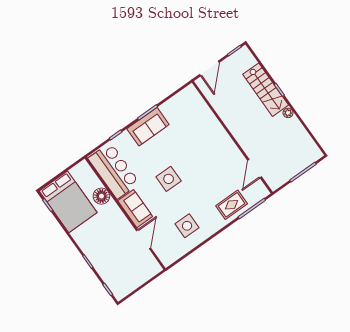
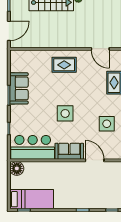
door: (209, 68) -> (9, 31), hinge flipped
sofa: (148, 127) -> (19, 88), moved
rug: (215, 145) -> (64, 65), added
floor lamp: (101, 196) -> (17, 168), moved
bed: (68, 202) -> (32, 199), width x0.67

